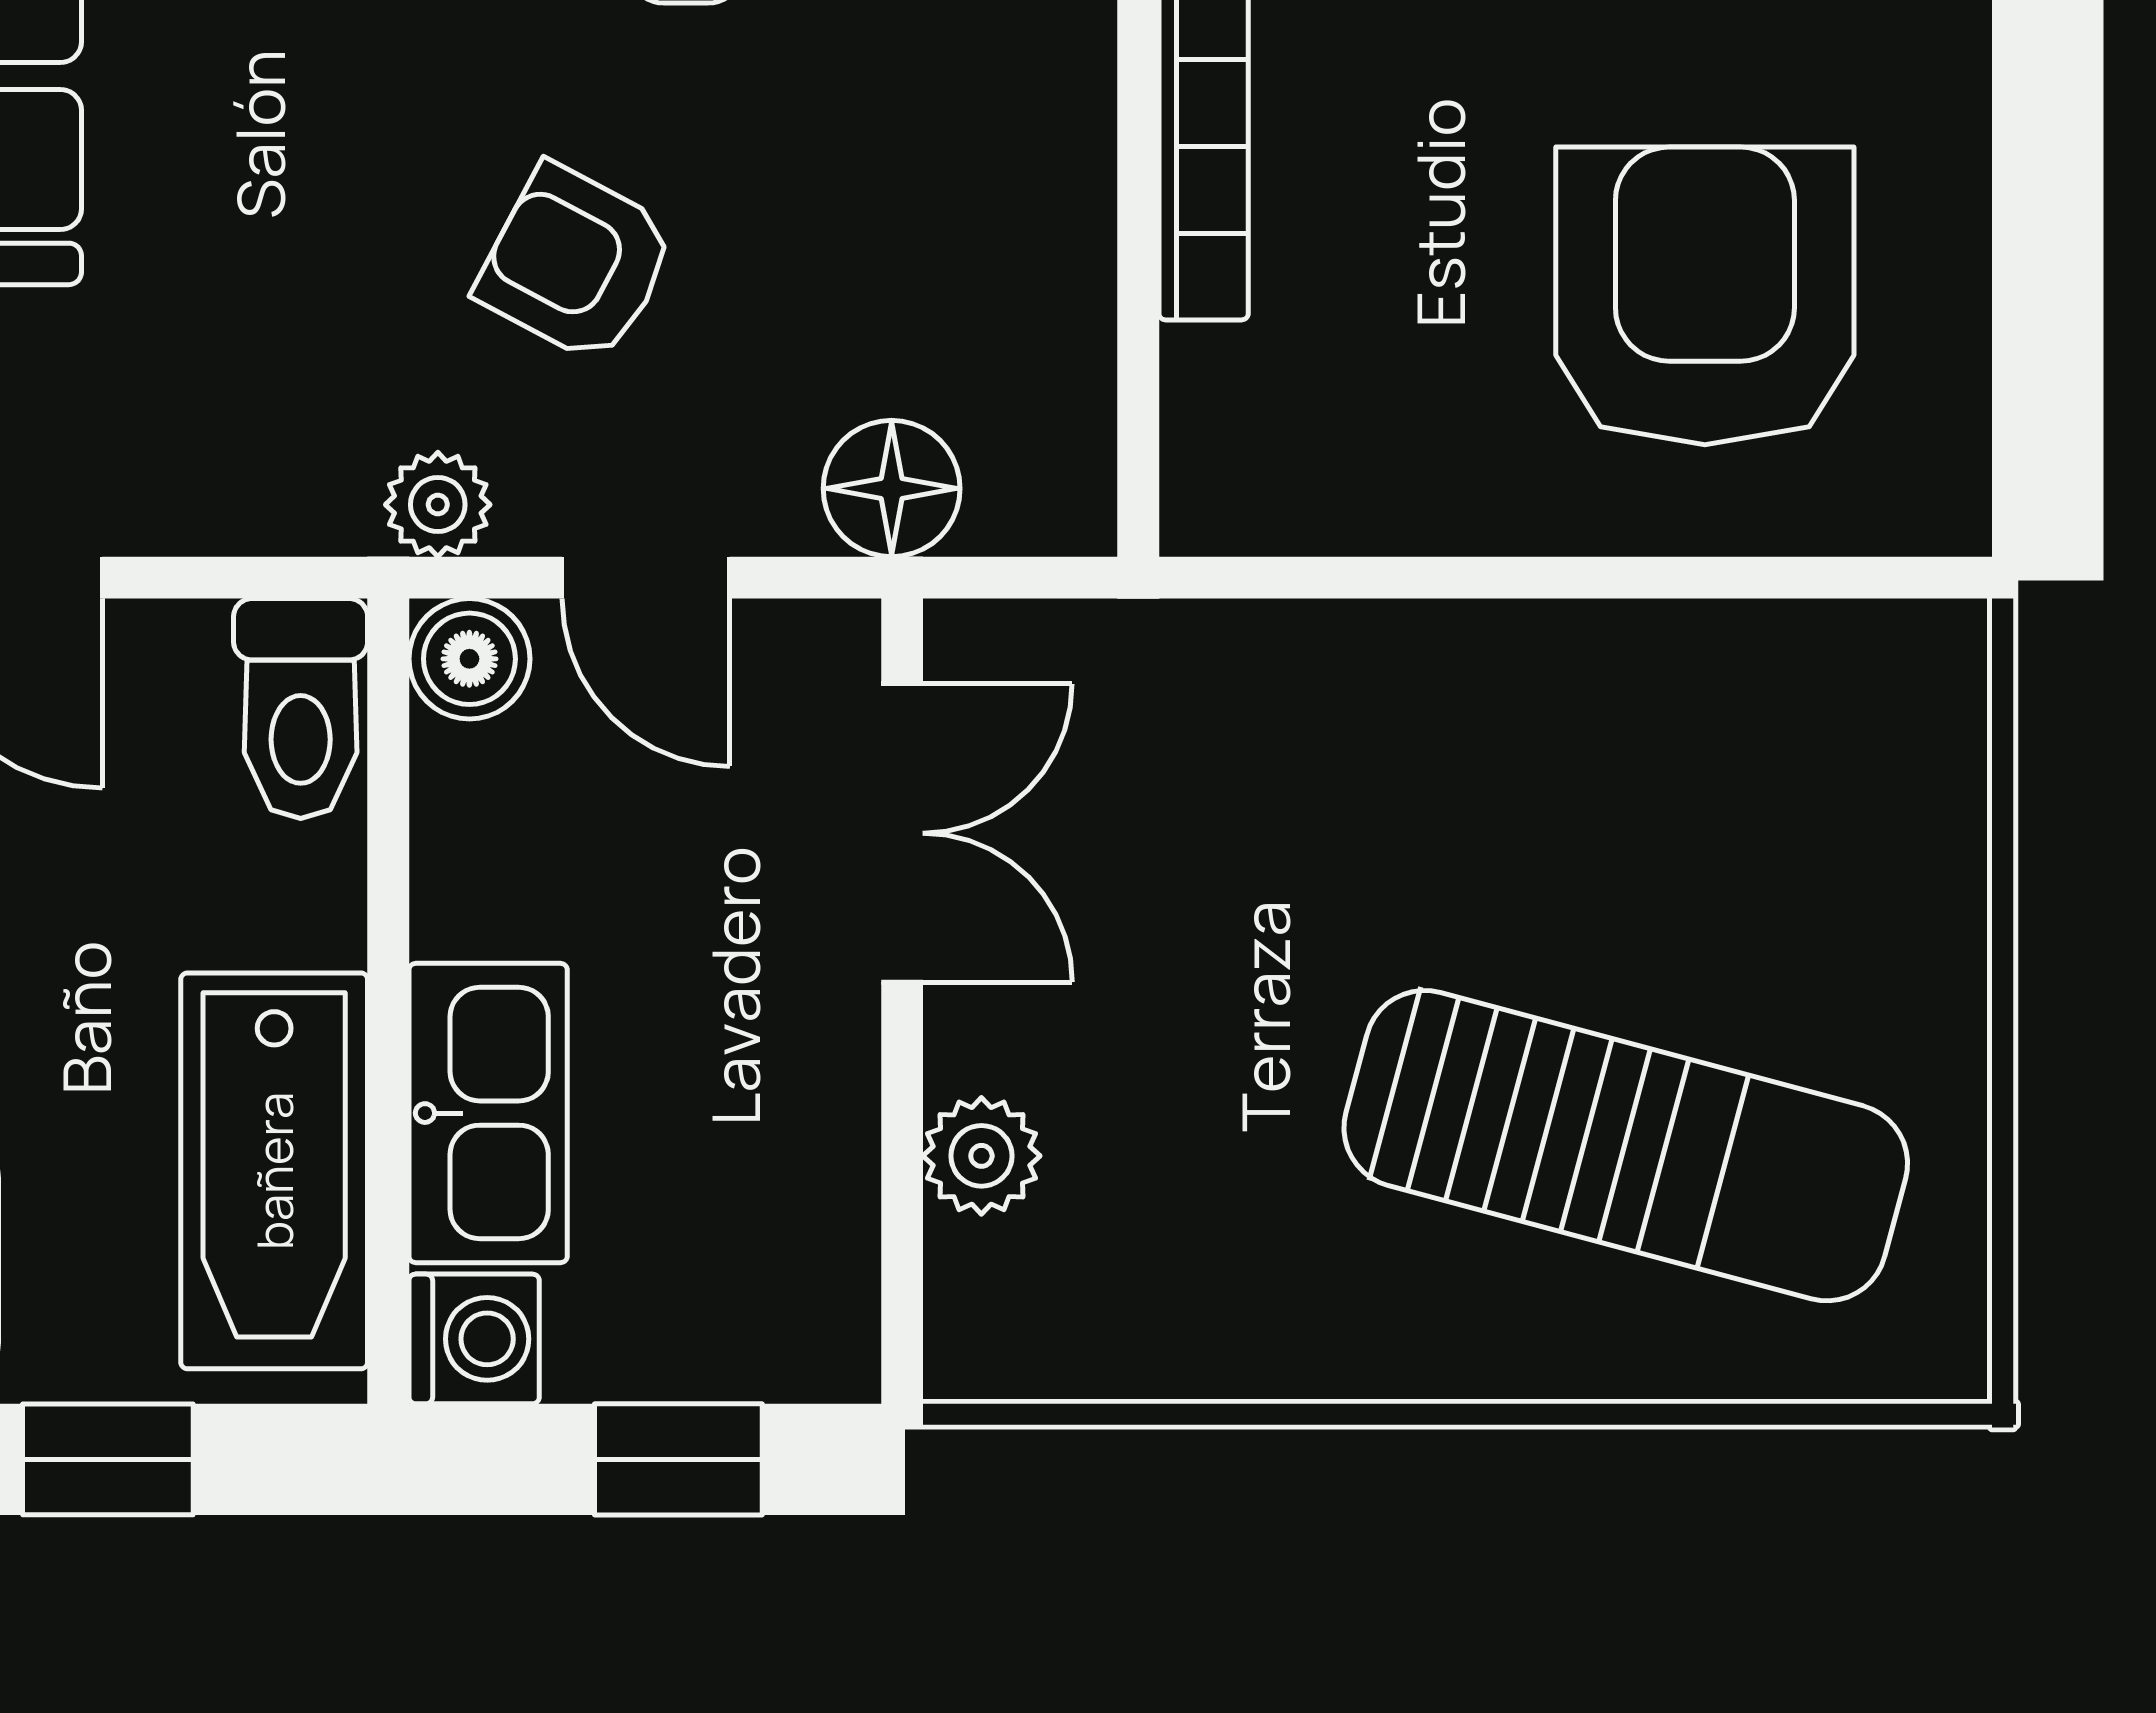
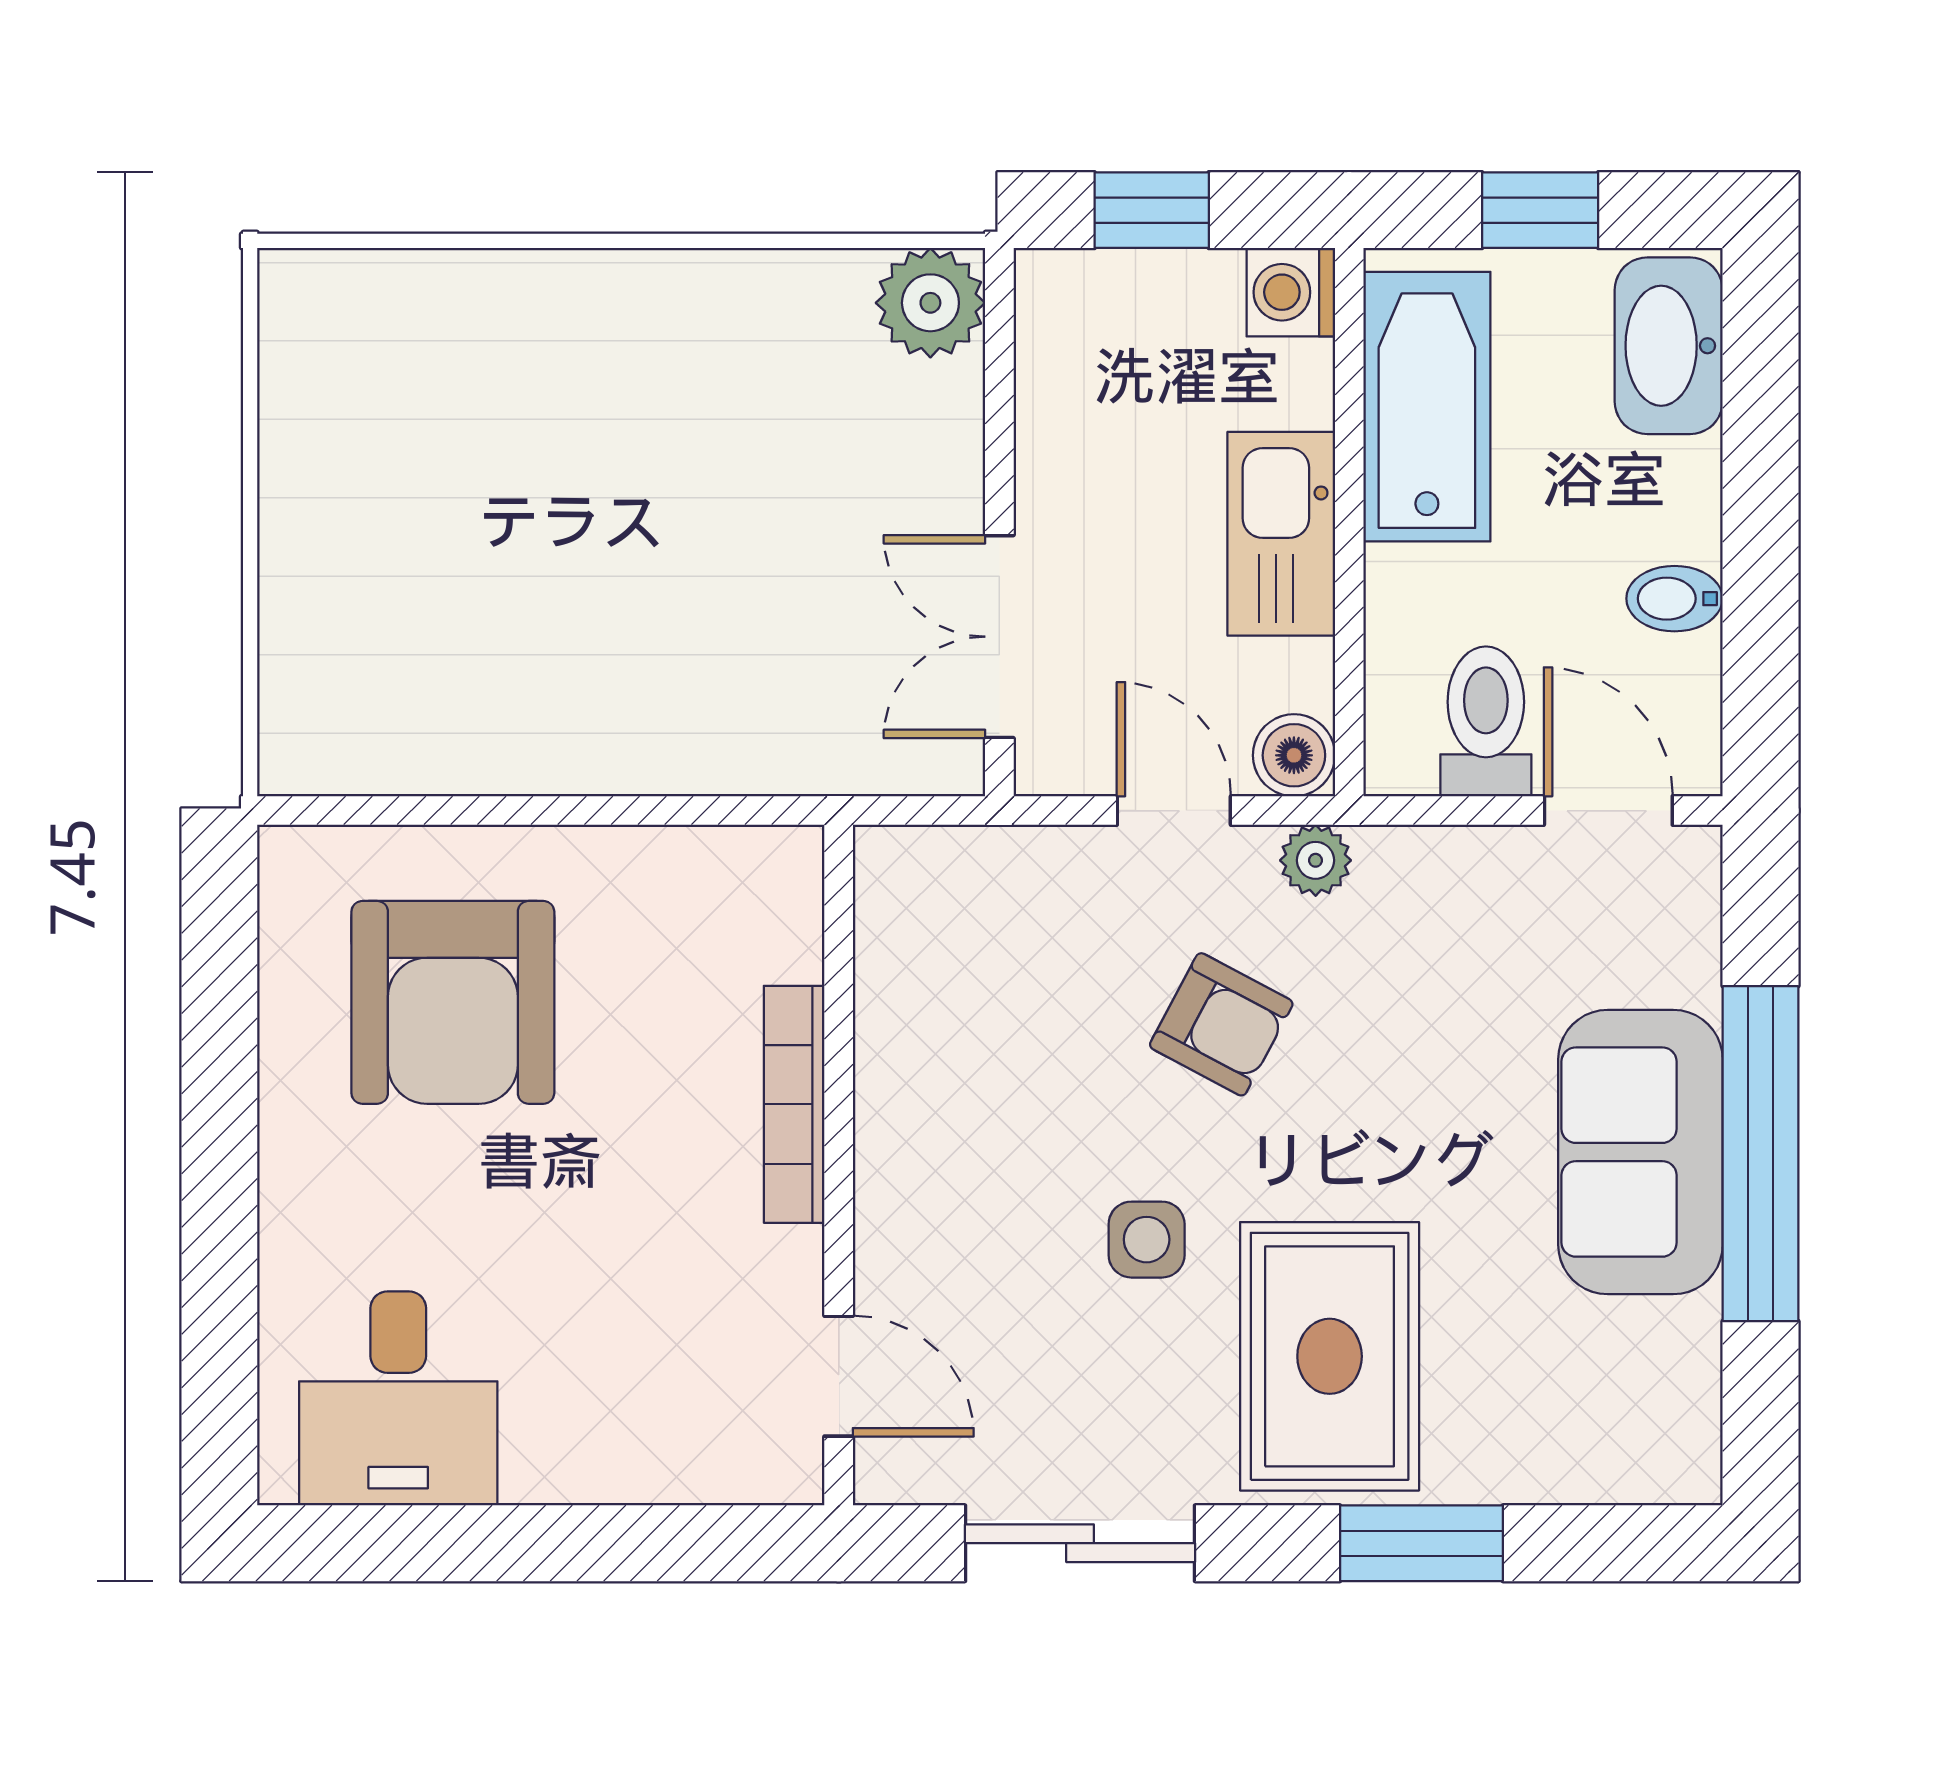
floor lamp: (892, 488) -> (1007, 871), removed
toilet: (301, 709) -> (1486, 721), moved
kitchen sink: (488, 1113) -> (1281, 534), moved
sun lounger: (1626, 1146) -> (507, 424), removed
plant: (981, 1156) -> (930, 303), moved, width x1.38, depth x1.38

